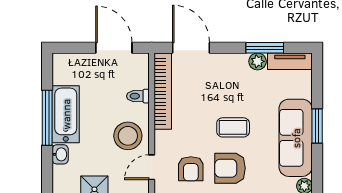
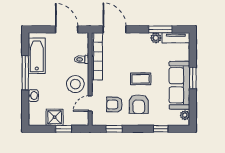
bathtub: (66, 114) -> (37, 56), moved
armchair: (230, 168) -> (139, 104), turned -90
armchair: (191, 169) -> (114, 104), turned 90

